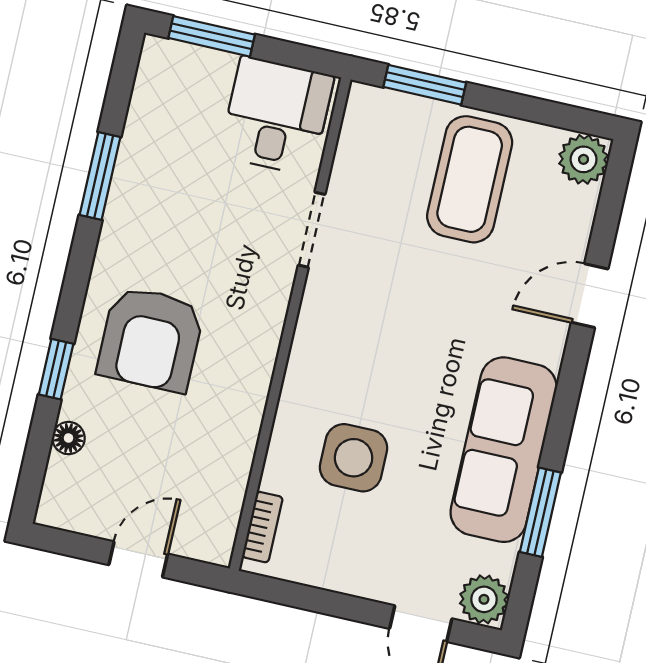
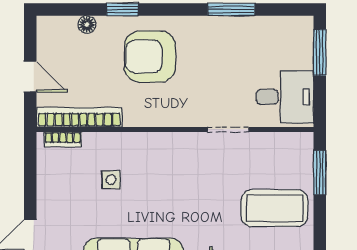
side table: (354, 458) -> (111, 180), width x0.54, depth x0.54
bookcase: (230, 489) -> (79, 117), added

